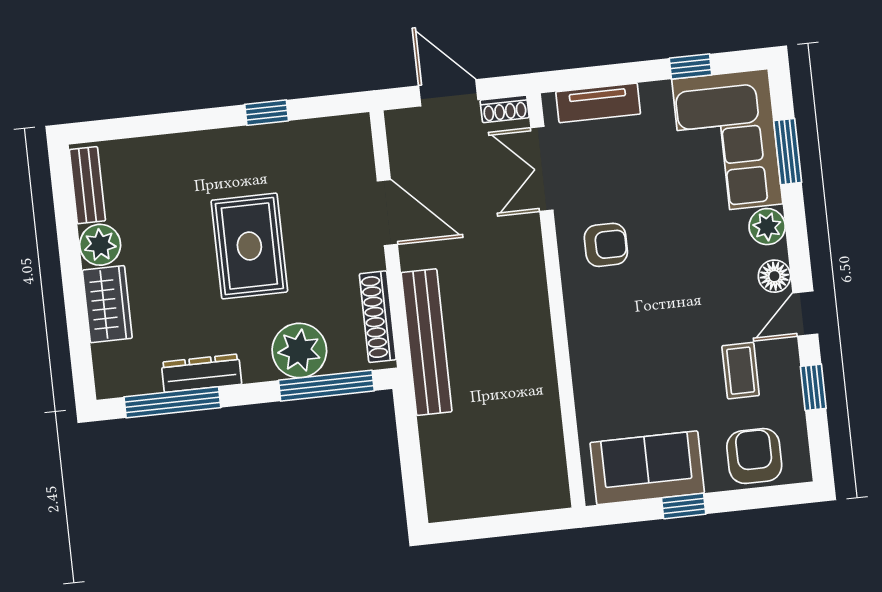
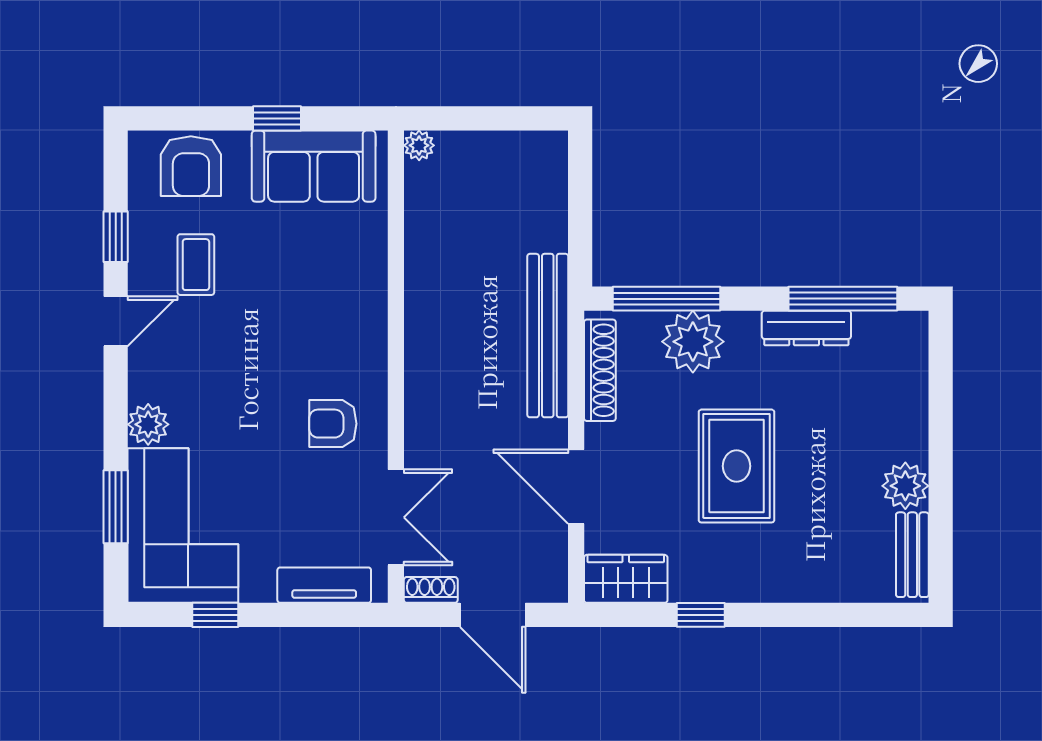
floor lamp: (774, 276) -> (146, 367), removed
wardrobe: (107, 304) -> (626, 579), moved, turned 90
plant: (557, 496) -> (419, 145), added

